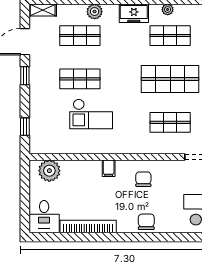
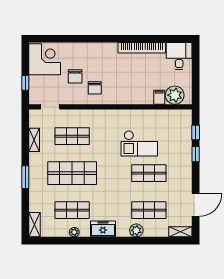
window: (25, 76) -> (196, 154), moved
checkout: (91, 114) -> (139, 143), turned 180
filing cabinet: (109, 168) -> (159, 97), moved
chair: (146, 222) -> (75, 76), moved

